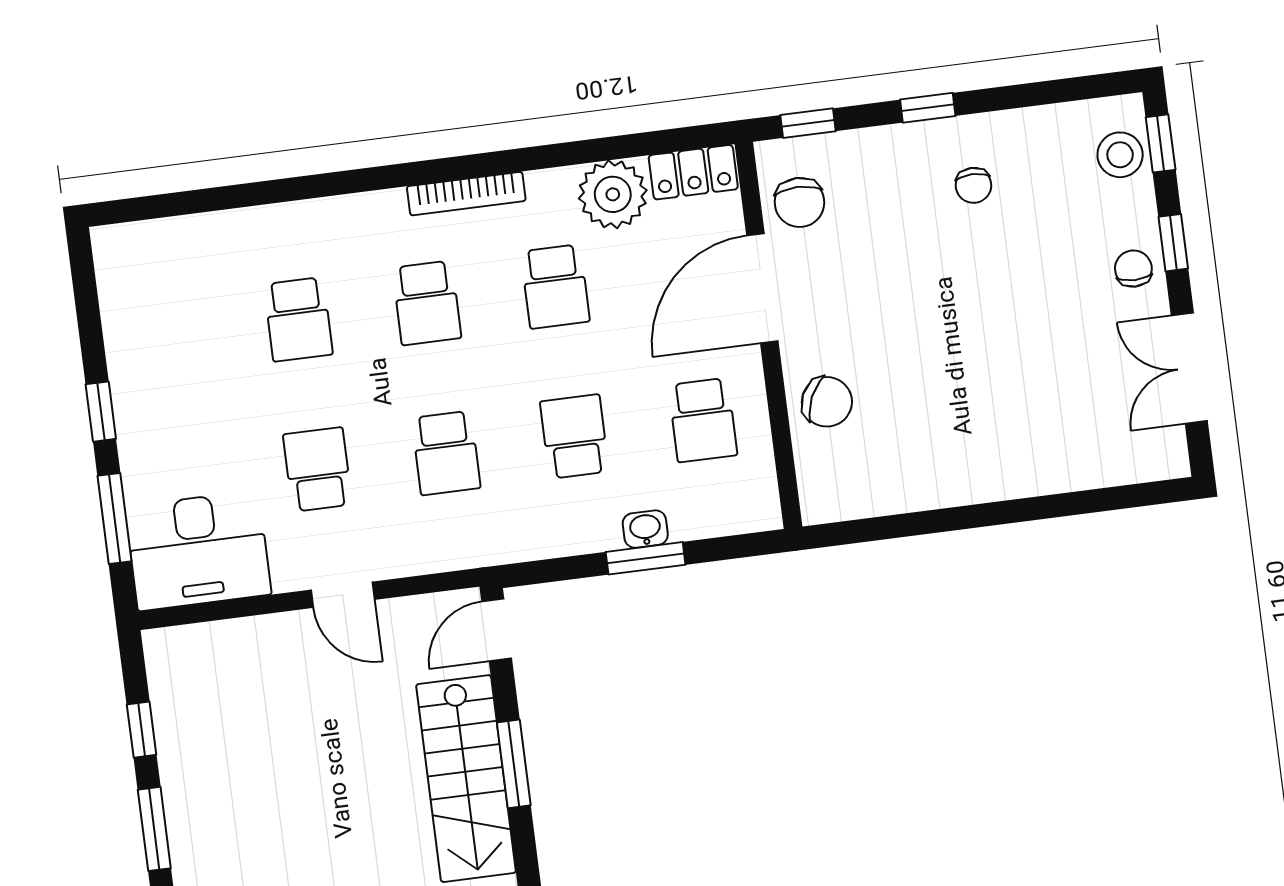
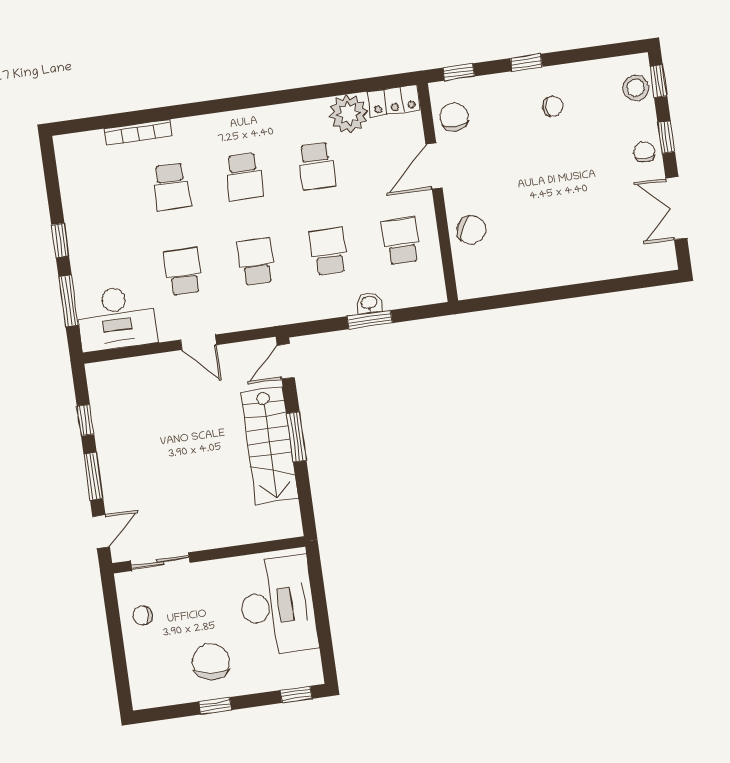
chair: (973, 185) -> (553, 106), turned -90
bookcase: (466, 194) -> (138, 132), moved
chair: (799, 202) -> (454, 117), turned 180
door: (762, 288) -> (434, 166), width x0.73
school desk: (703, 420) -> (401, 241), turned 180
school desk: (446, 453) -> (256, 261), turned 180

